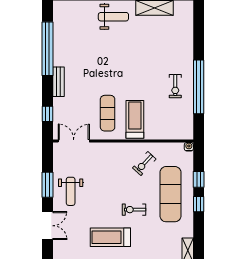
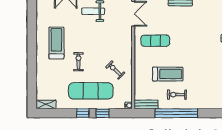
treadmill: (135, 119) -> (168, 74), moved
bench: (188, 125) -> (146, 104), added

